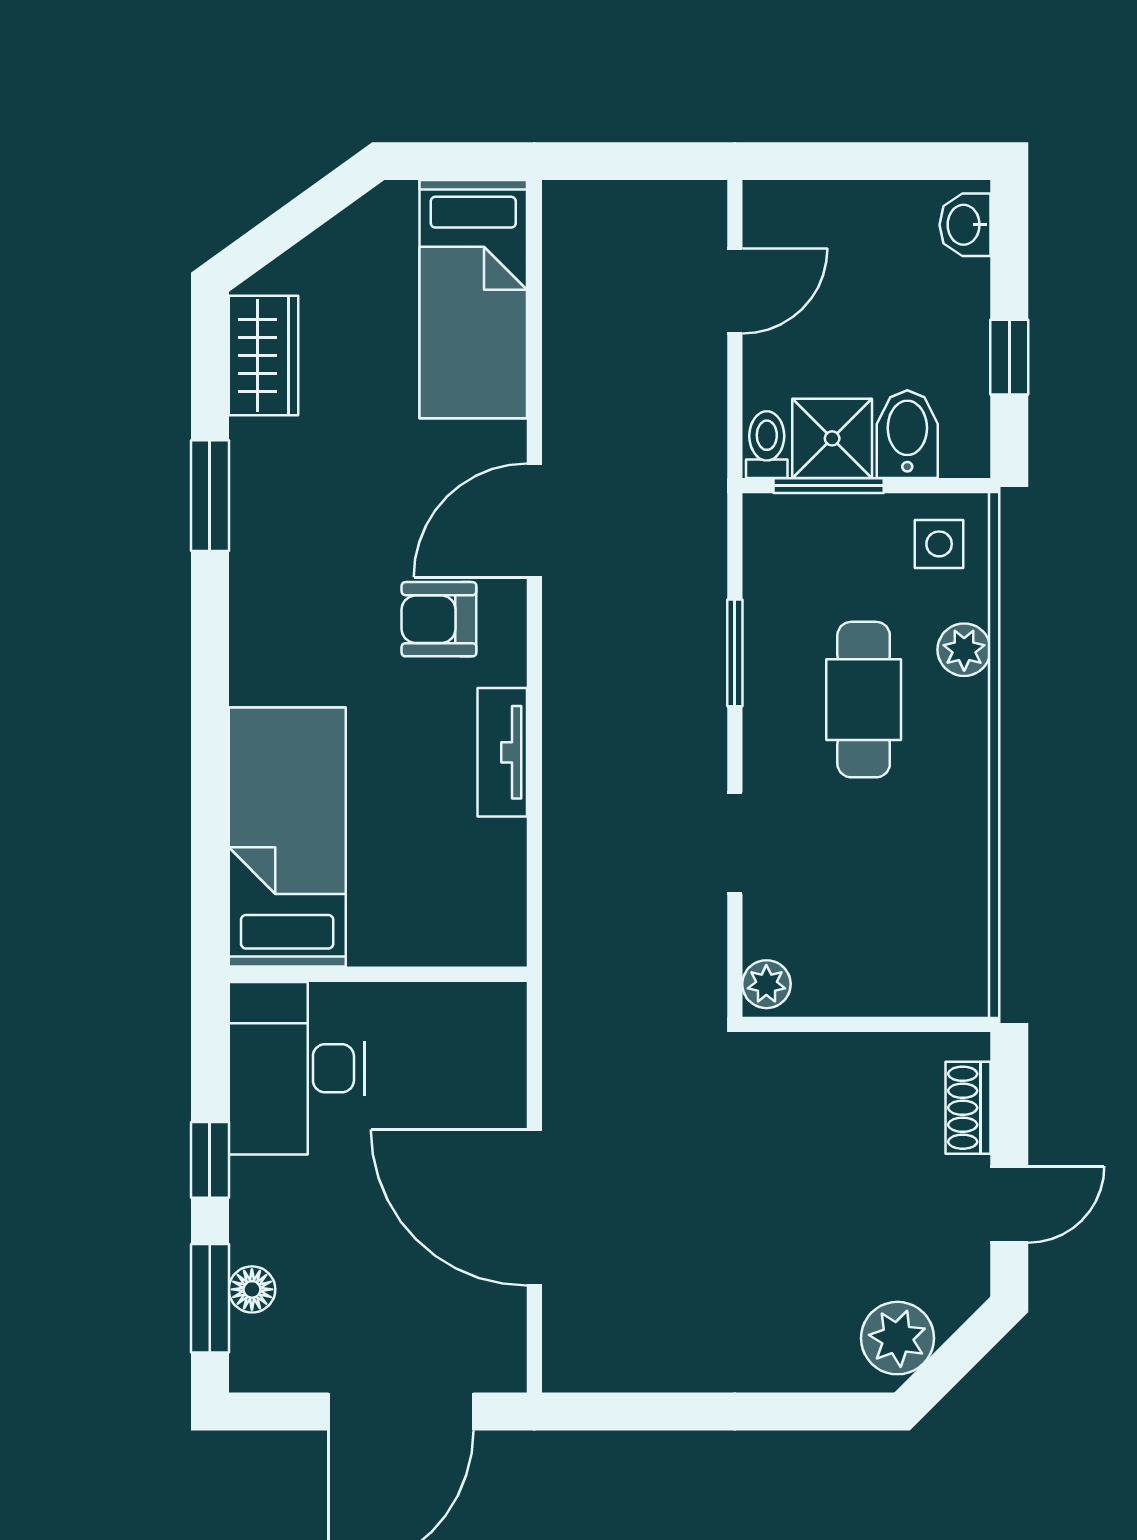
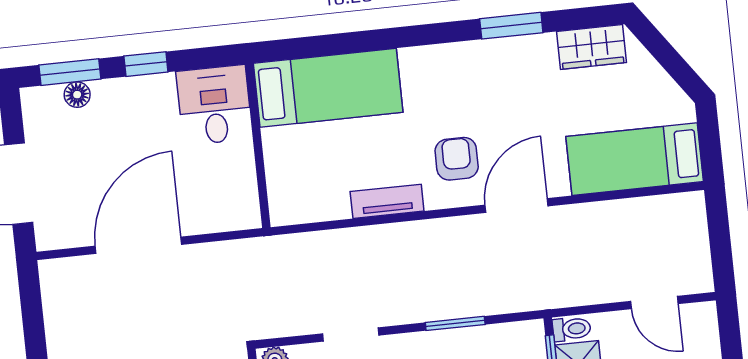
door: (534, 520) -> (517, 206), hinge flipped
desk: (297, 1068) -> (214, 105), width x0.73

